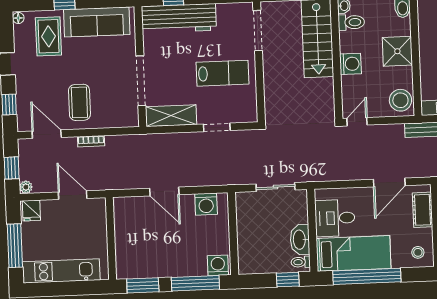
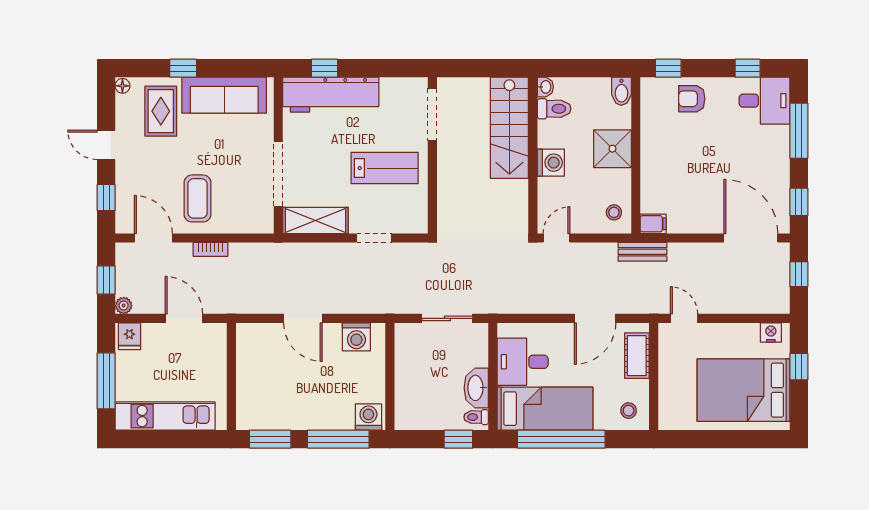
stool: (400, 100) -> (614, 212), width x0.53, depth x0.53

